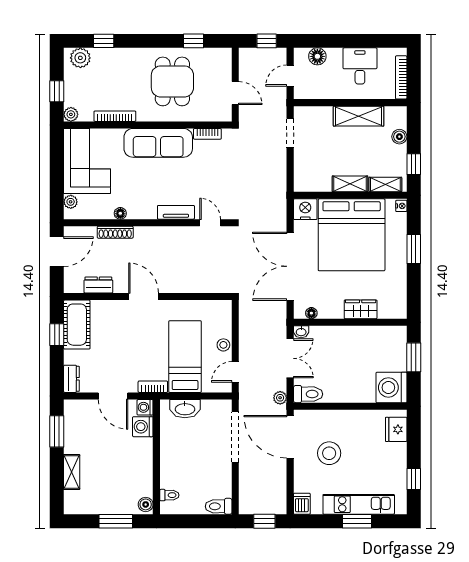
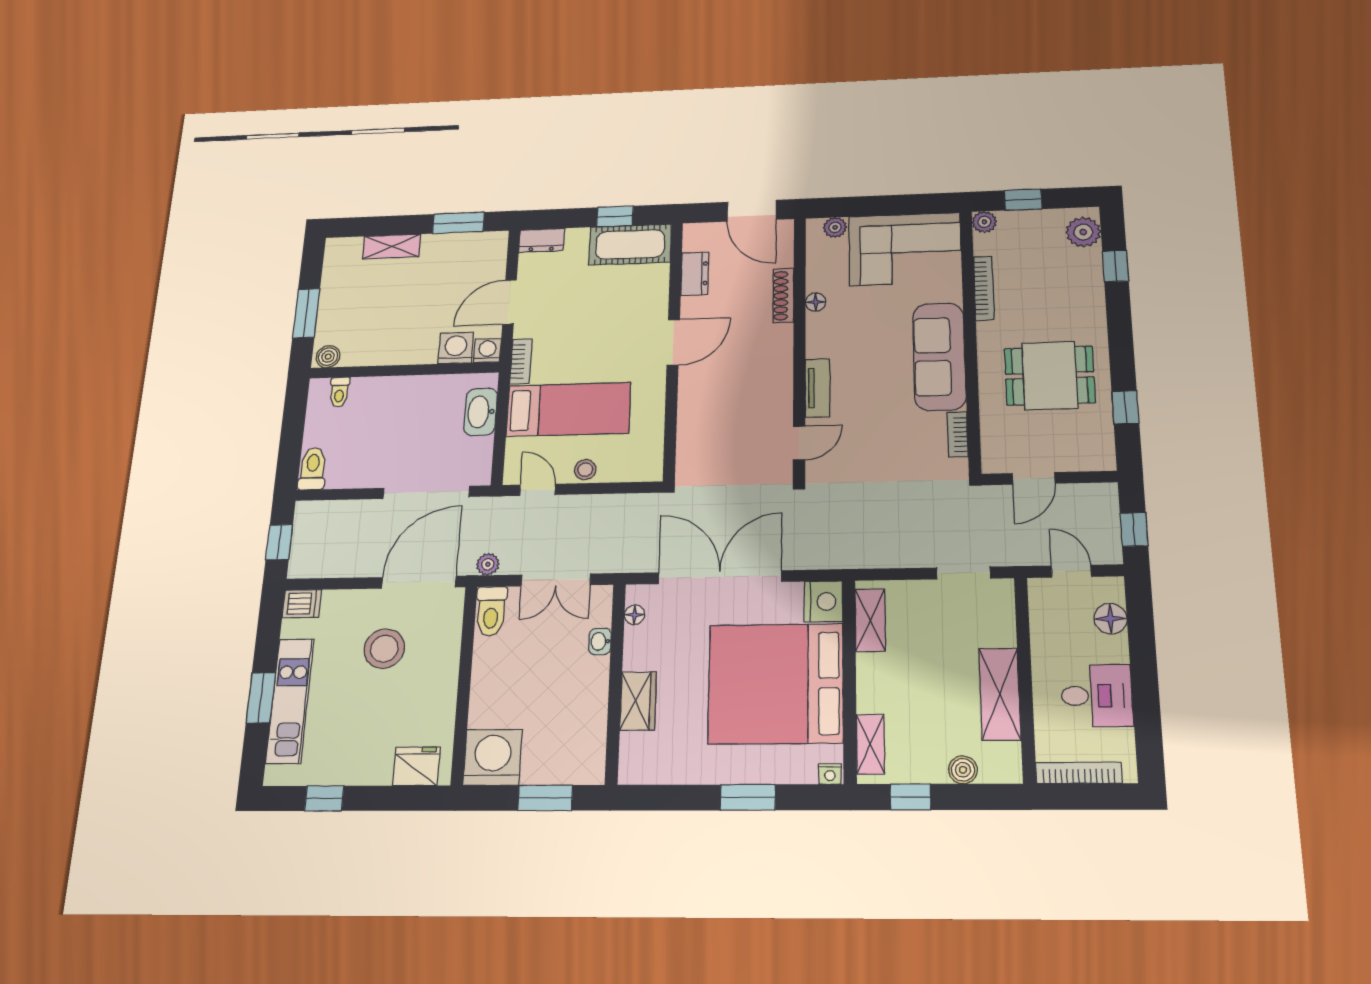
shelving: (350, 184) -> (870, 620), moved
washbasin: (301, 332) -> (600, 641), moved

